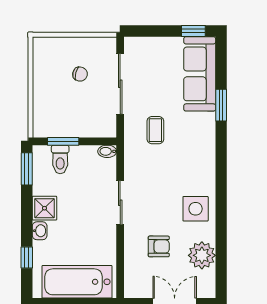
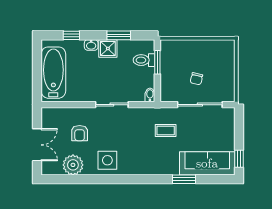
chair: (80, 74) -> (196, 79), moved
window: (27, 169) -> (119, 35), moved

